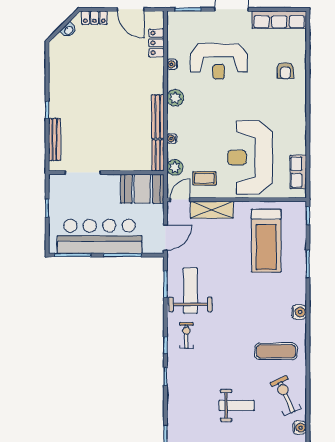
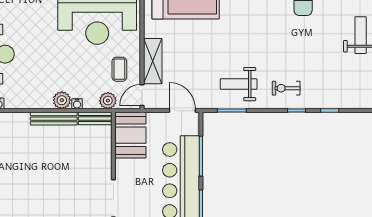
plant: (175, 98) -> (62, 100), moved
door: (180, 200) -> (142, 95), hinge flipped
weight bench: (190, 291) -> (239, 84), width x0.73, depth x0.75

